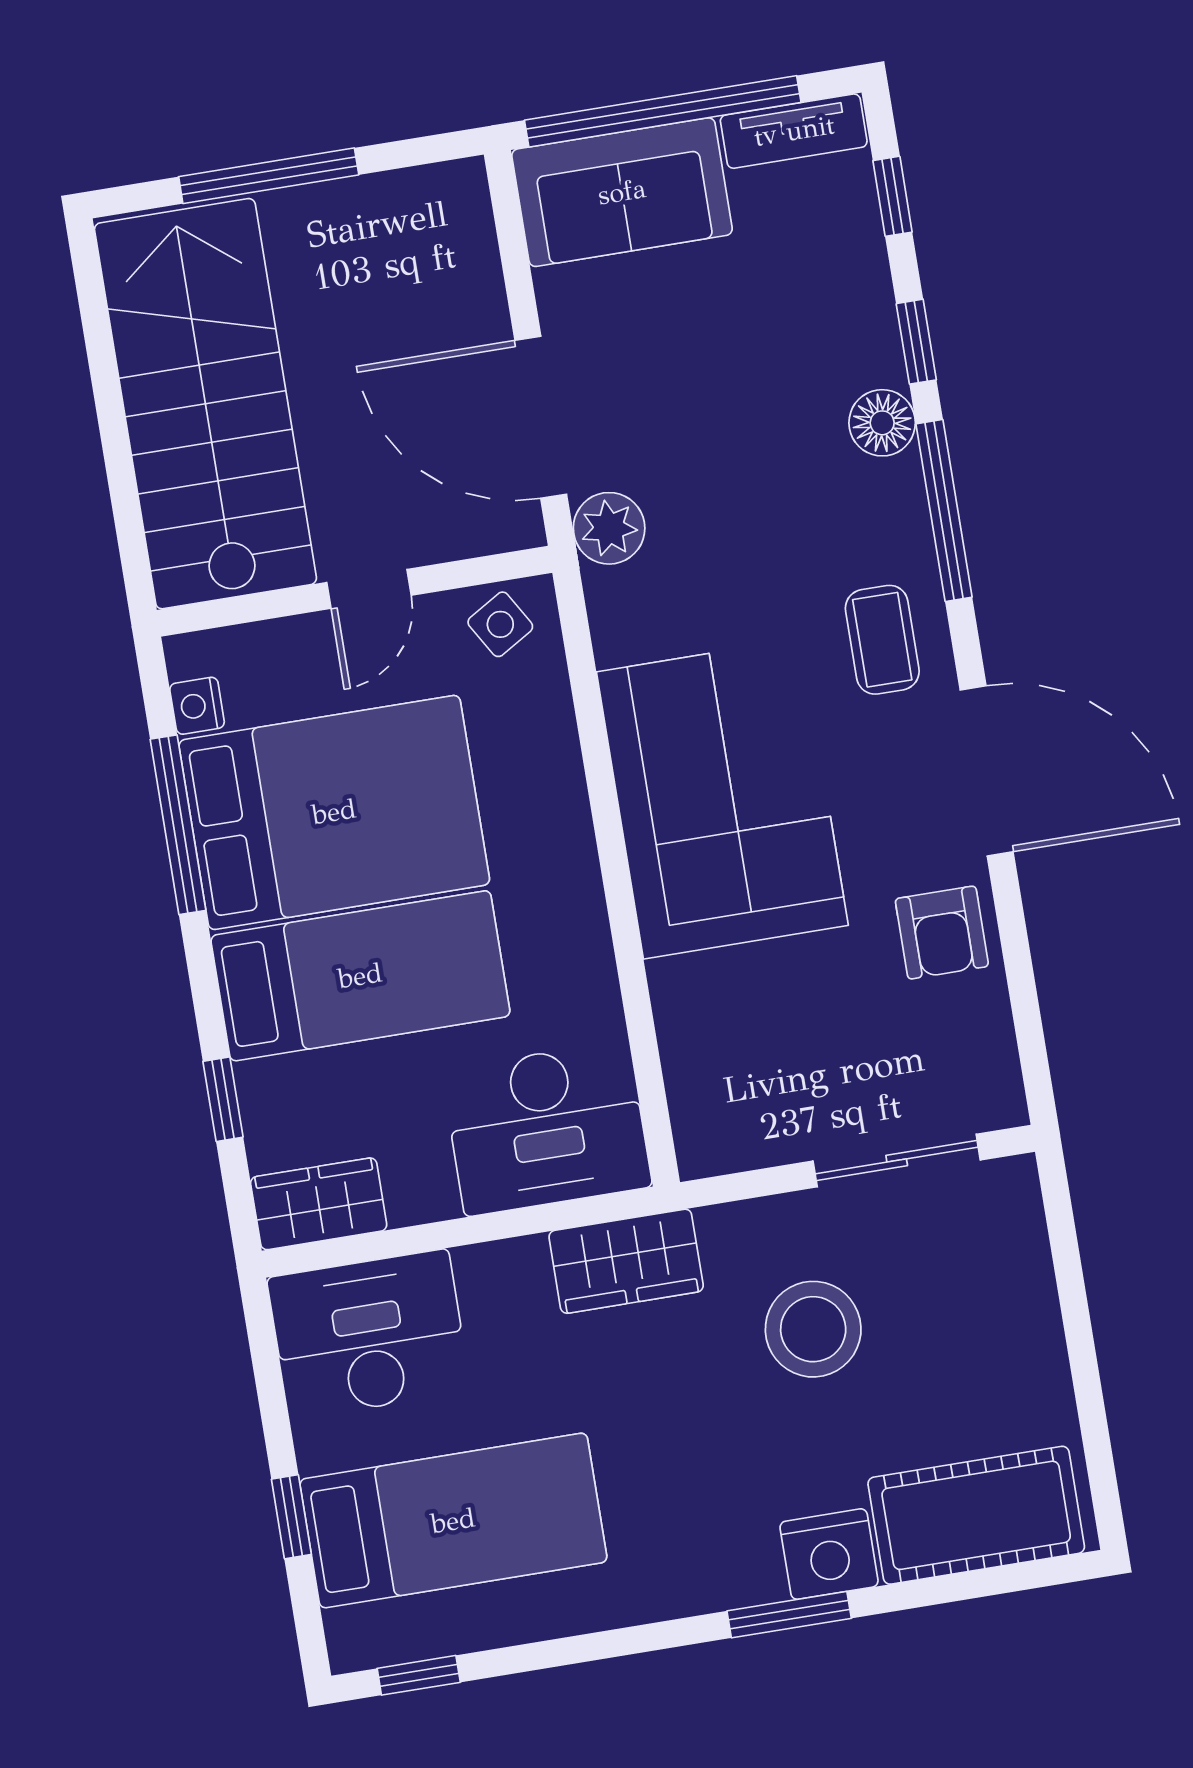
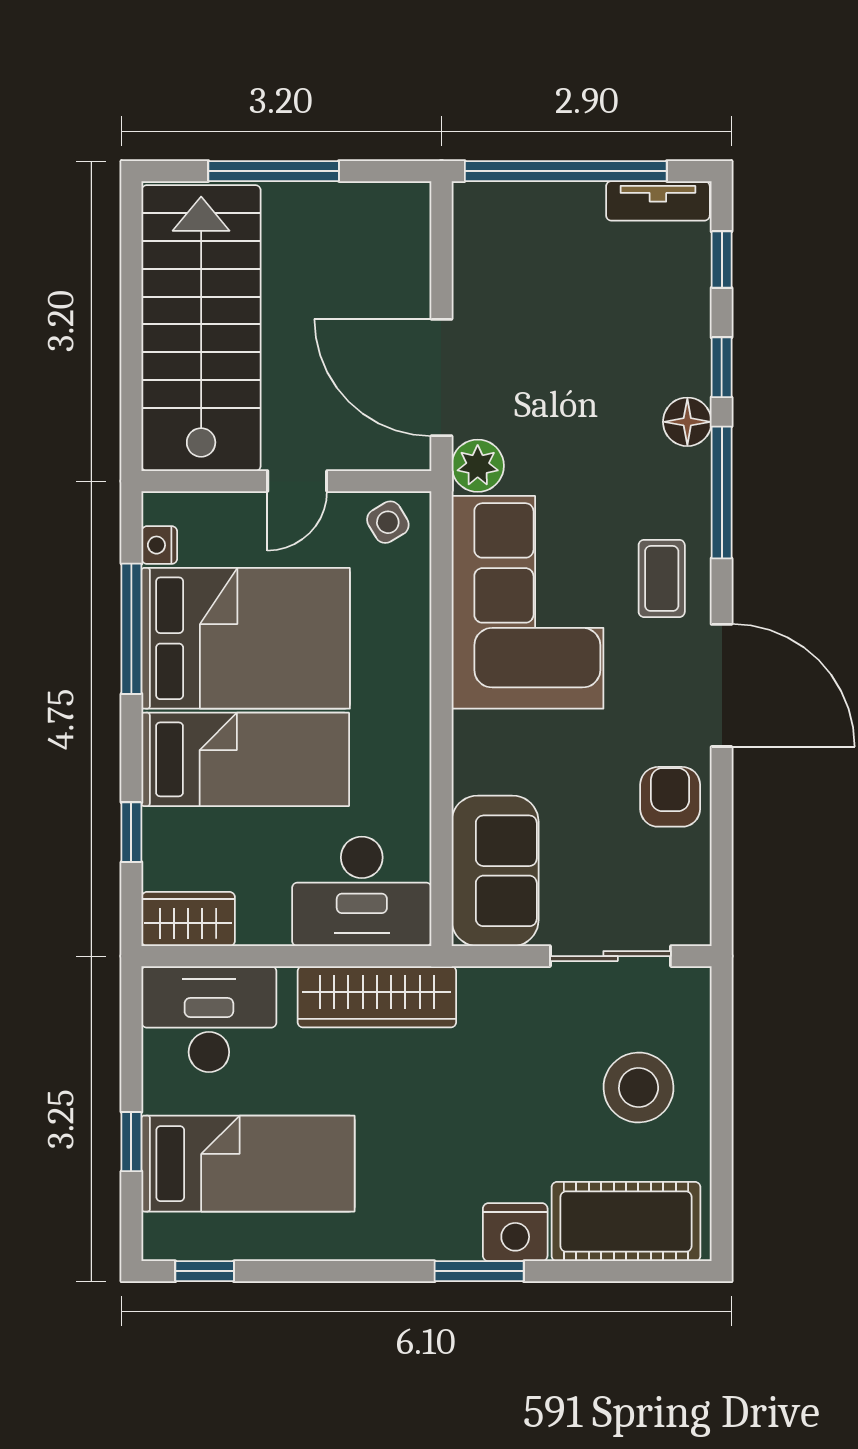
sofa: (622, 192) -> (495, 871), moved, turned -90
corner sofa: (722, 799) -> (527, 602), moved
armchair: (942, 933) -> (670, 797), turned 180
wardrobe: (626, 1261) -> (377, 997), width x1.50
stool: (813, 1329) -> (639, 1087), moved

